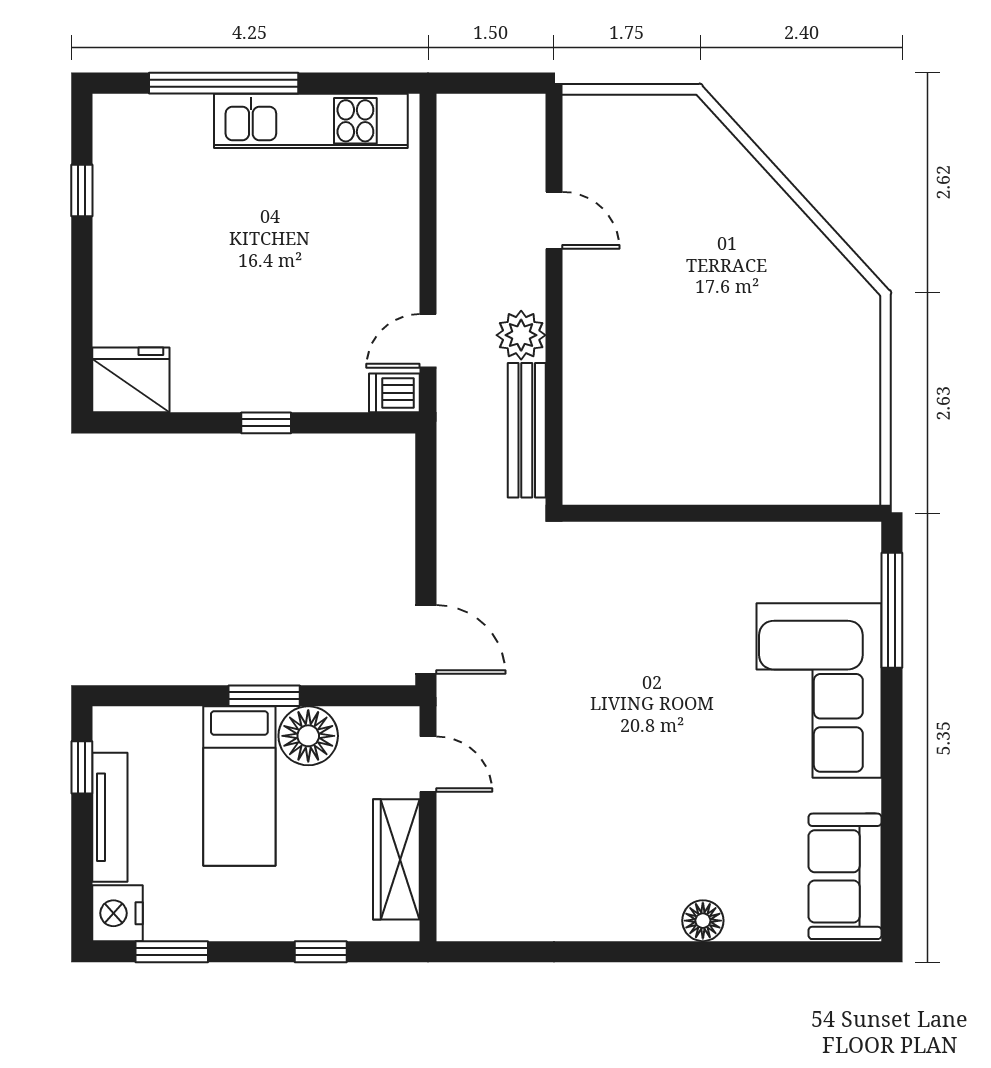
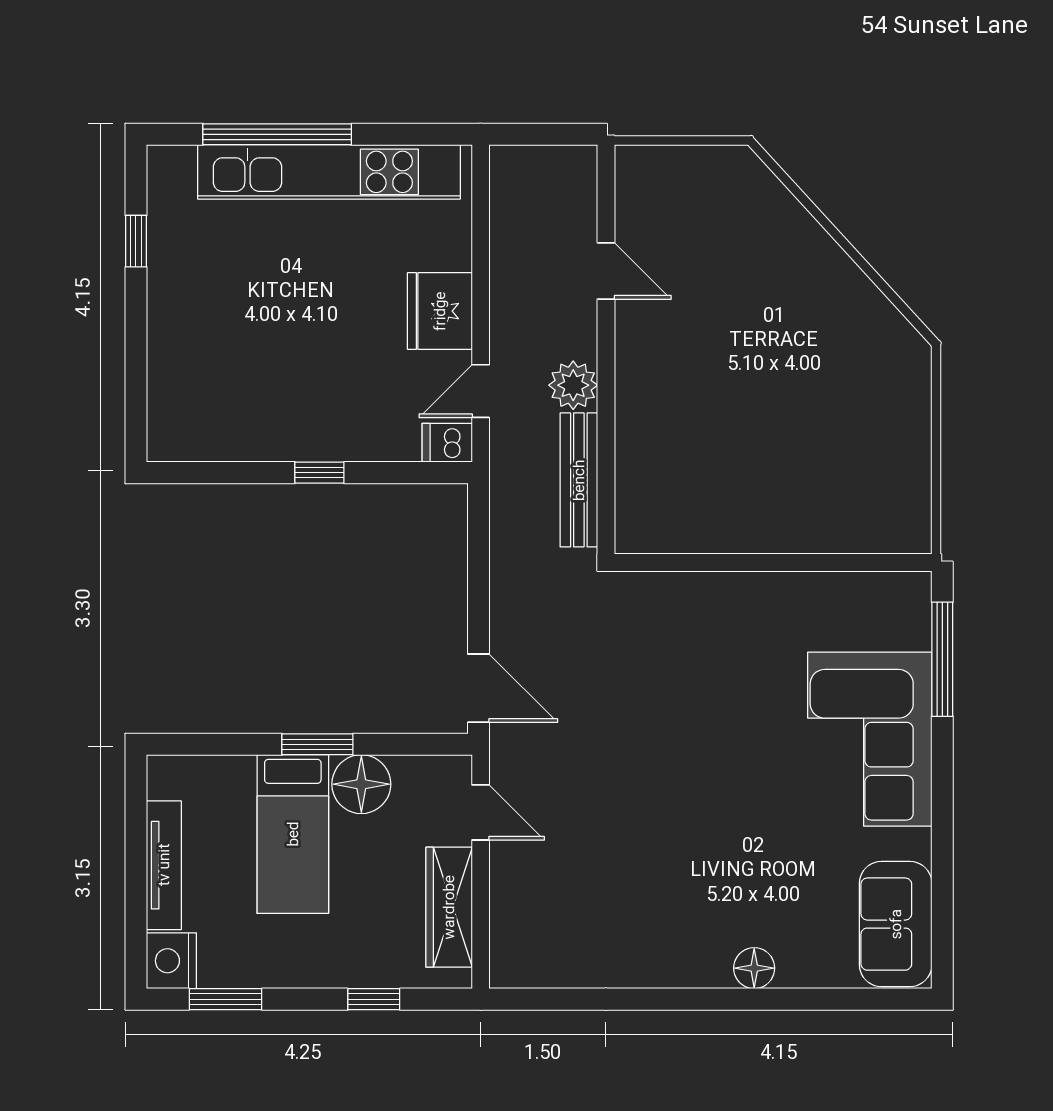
kitchen unit: (311, 121) -> (329, 172), width x1.36
fridge: (131, 380) -> (440, 311), moved, turned -90
window: (82, 767) -> (136, 816), removed

